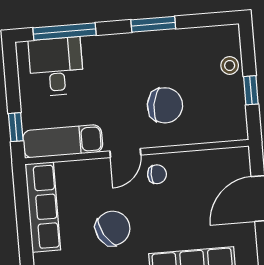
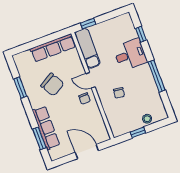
window: (153, 24) -> (157, 76), width x1.44
window: (65, 32) -> (141, 34), width x0.46
desk: (56, 67) -> (130, 55), moved
chair: (165, 105) -> (119, 93), width x0.54, depth x0.54

